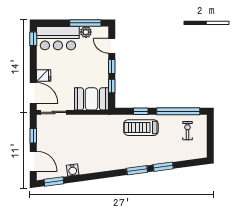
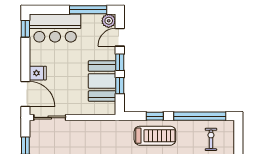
plant: (86, 32) -> (109, 21), moved
door: (112, 46) -> (120, 37), hinge flipped
booth: (91, 99) -> (102, 81), moved, turned 90
treadmill: (141, 128) -> (155, 136), turned 180

